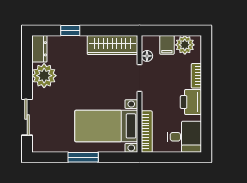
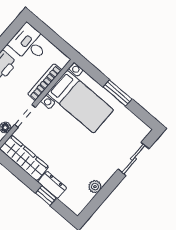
dresser: (39, 49) -> (52, 185), moved, turned 90
plant: (44, 76) -> (95, 187), width x0.53, depth x0.53
bookcase: (147, 132) -> (45, 82), moved

